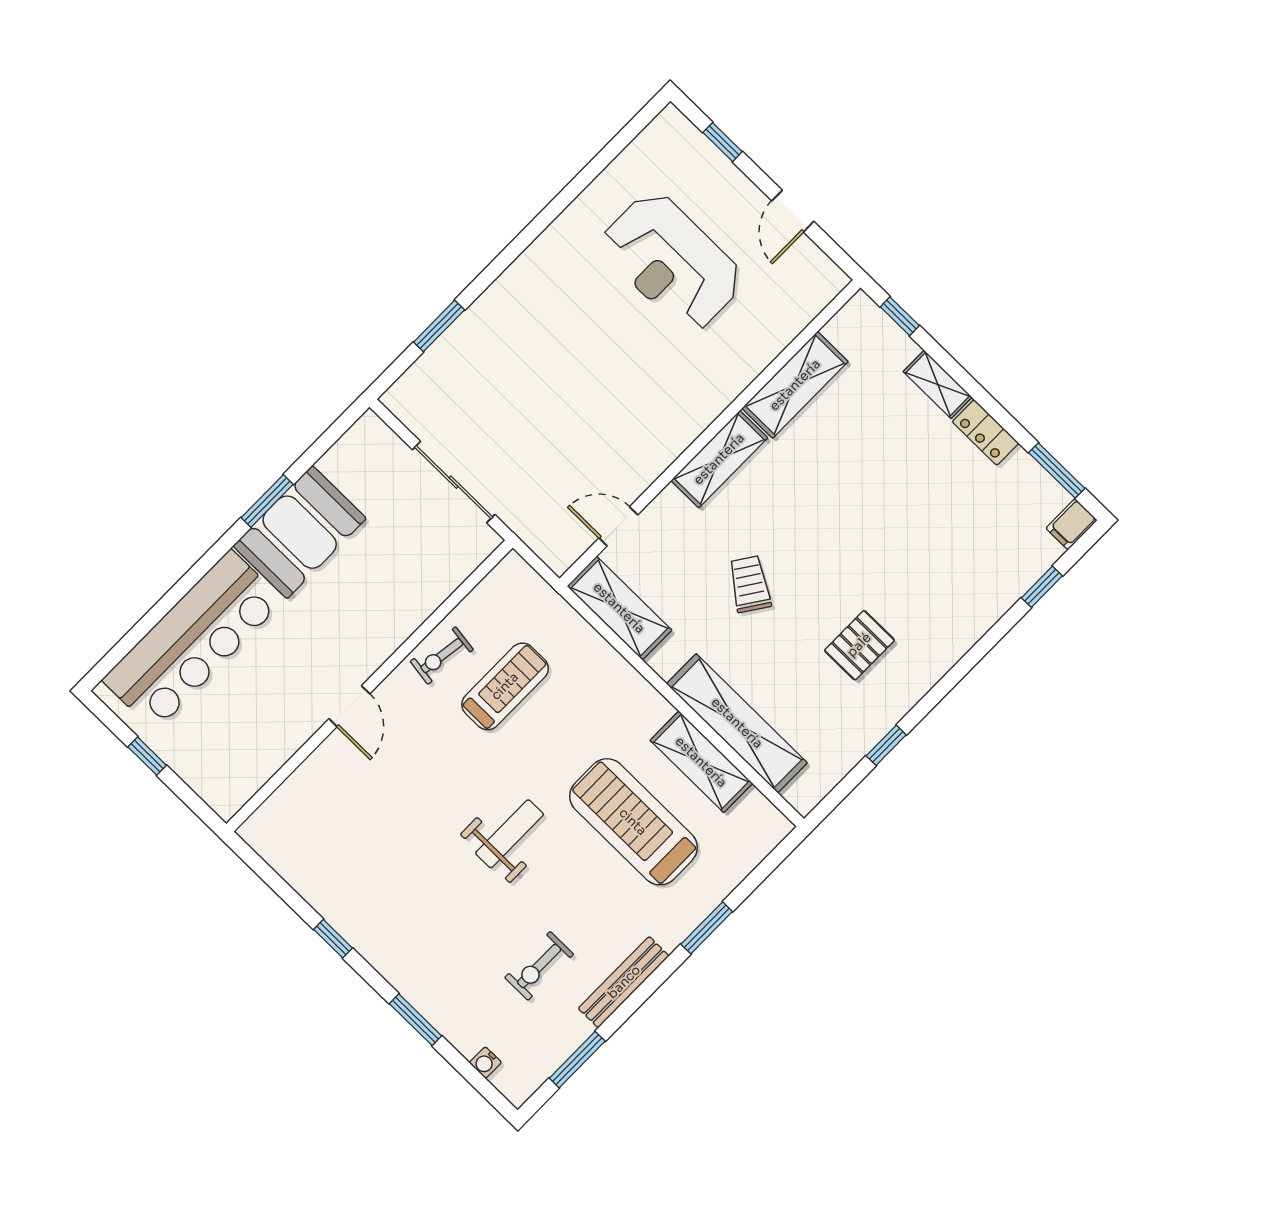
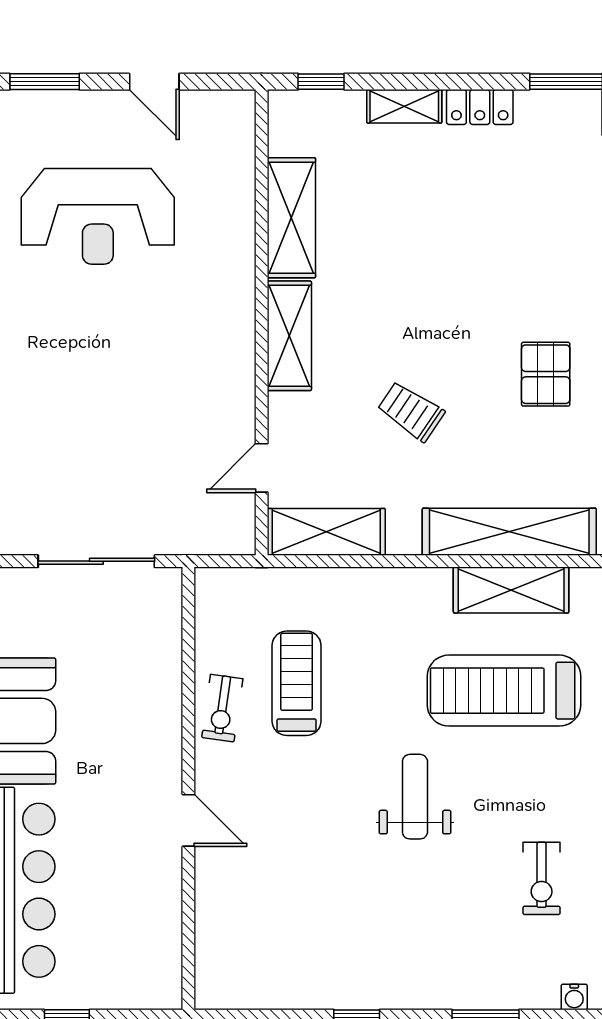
window: (723, 142) -> (45, 82), width x1.50

